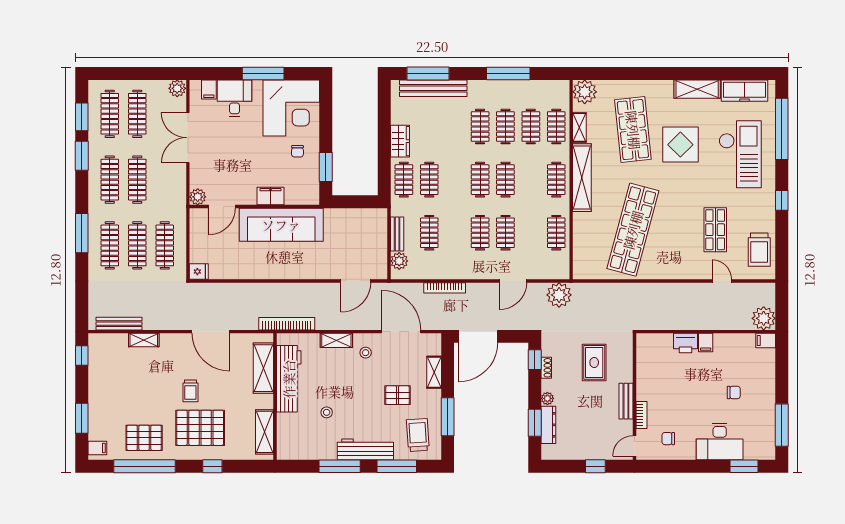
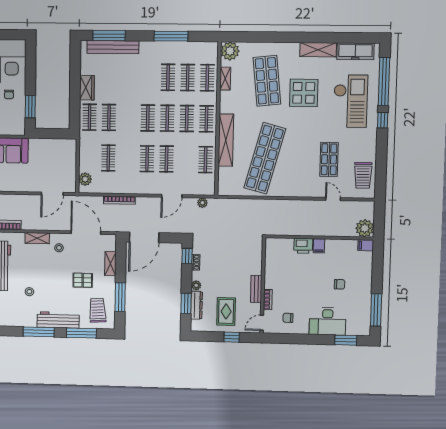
clothes rail: (480, 127) -> (187, 119), moved
shelving: (582, 178) -> (226, 140), moved
window: (782, 200) -> (383, 120), moved
bench: (397, 234) -> (84, 159), removed
plant: (559, 295) -> (202, 203), width x0.53, depth x0.53
rug: (594, 362) -> (226, 311), moved

